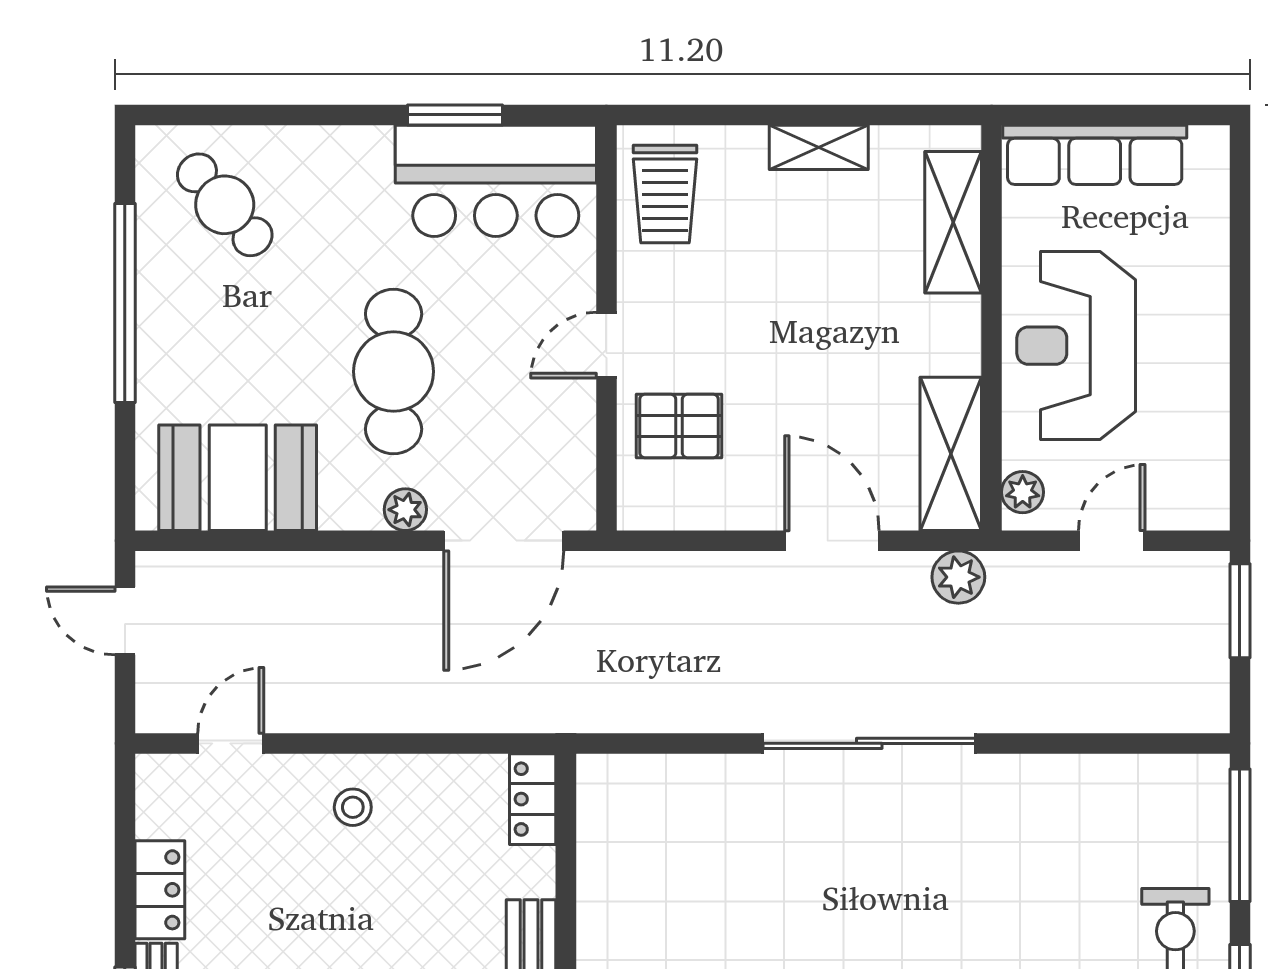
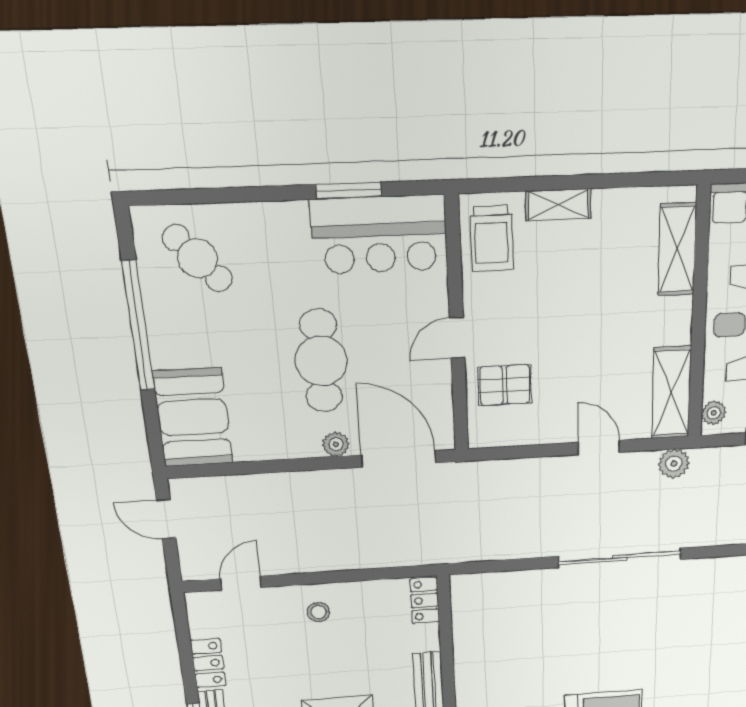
shelving: (819, 147) -> (558, 205), moved
booth: (238, 478) -> (193, 417), moved, turned 90
door: (504, 541) -> (399, 459), swing flipped
door: (832, 541) -> (599, 447), width x0.73

